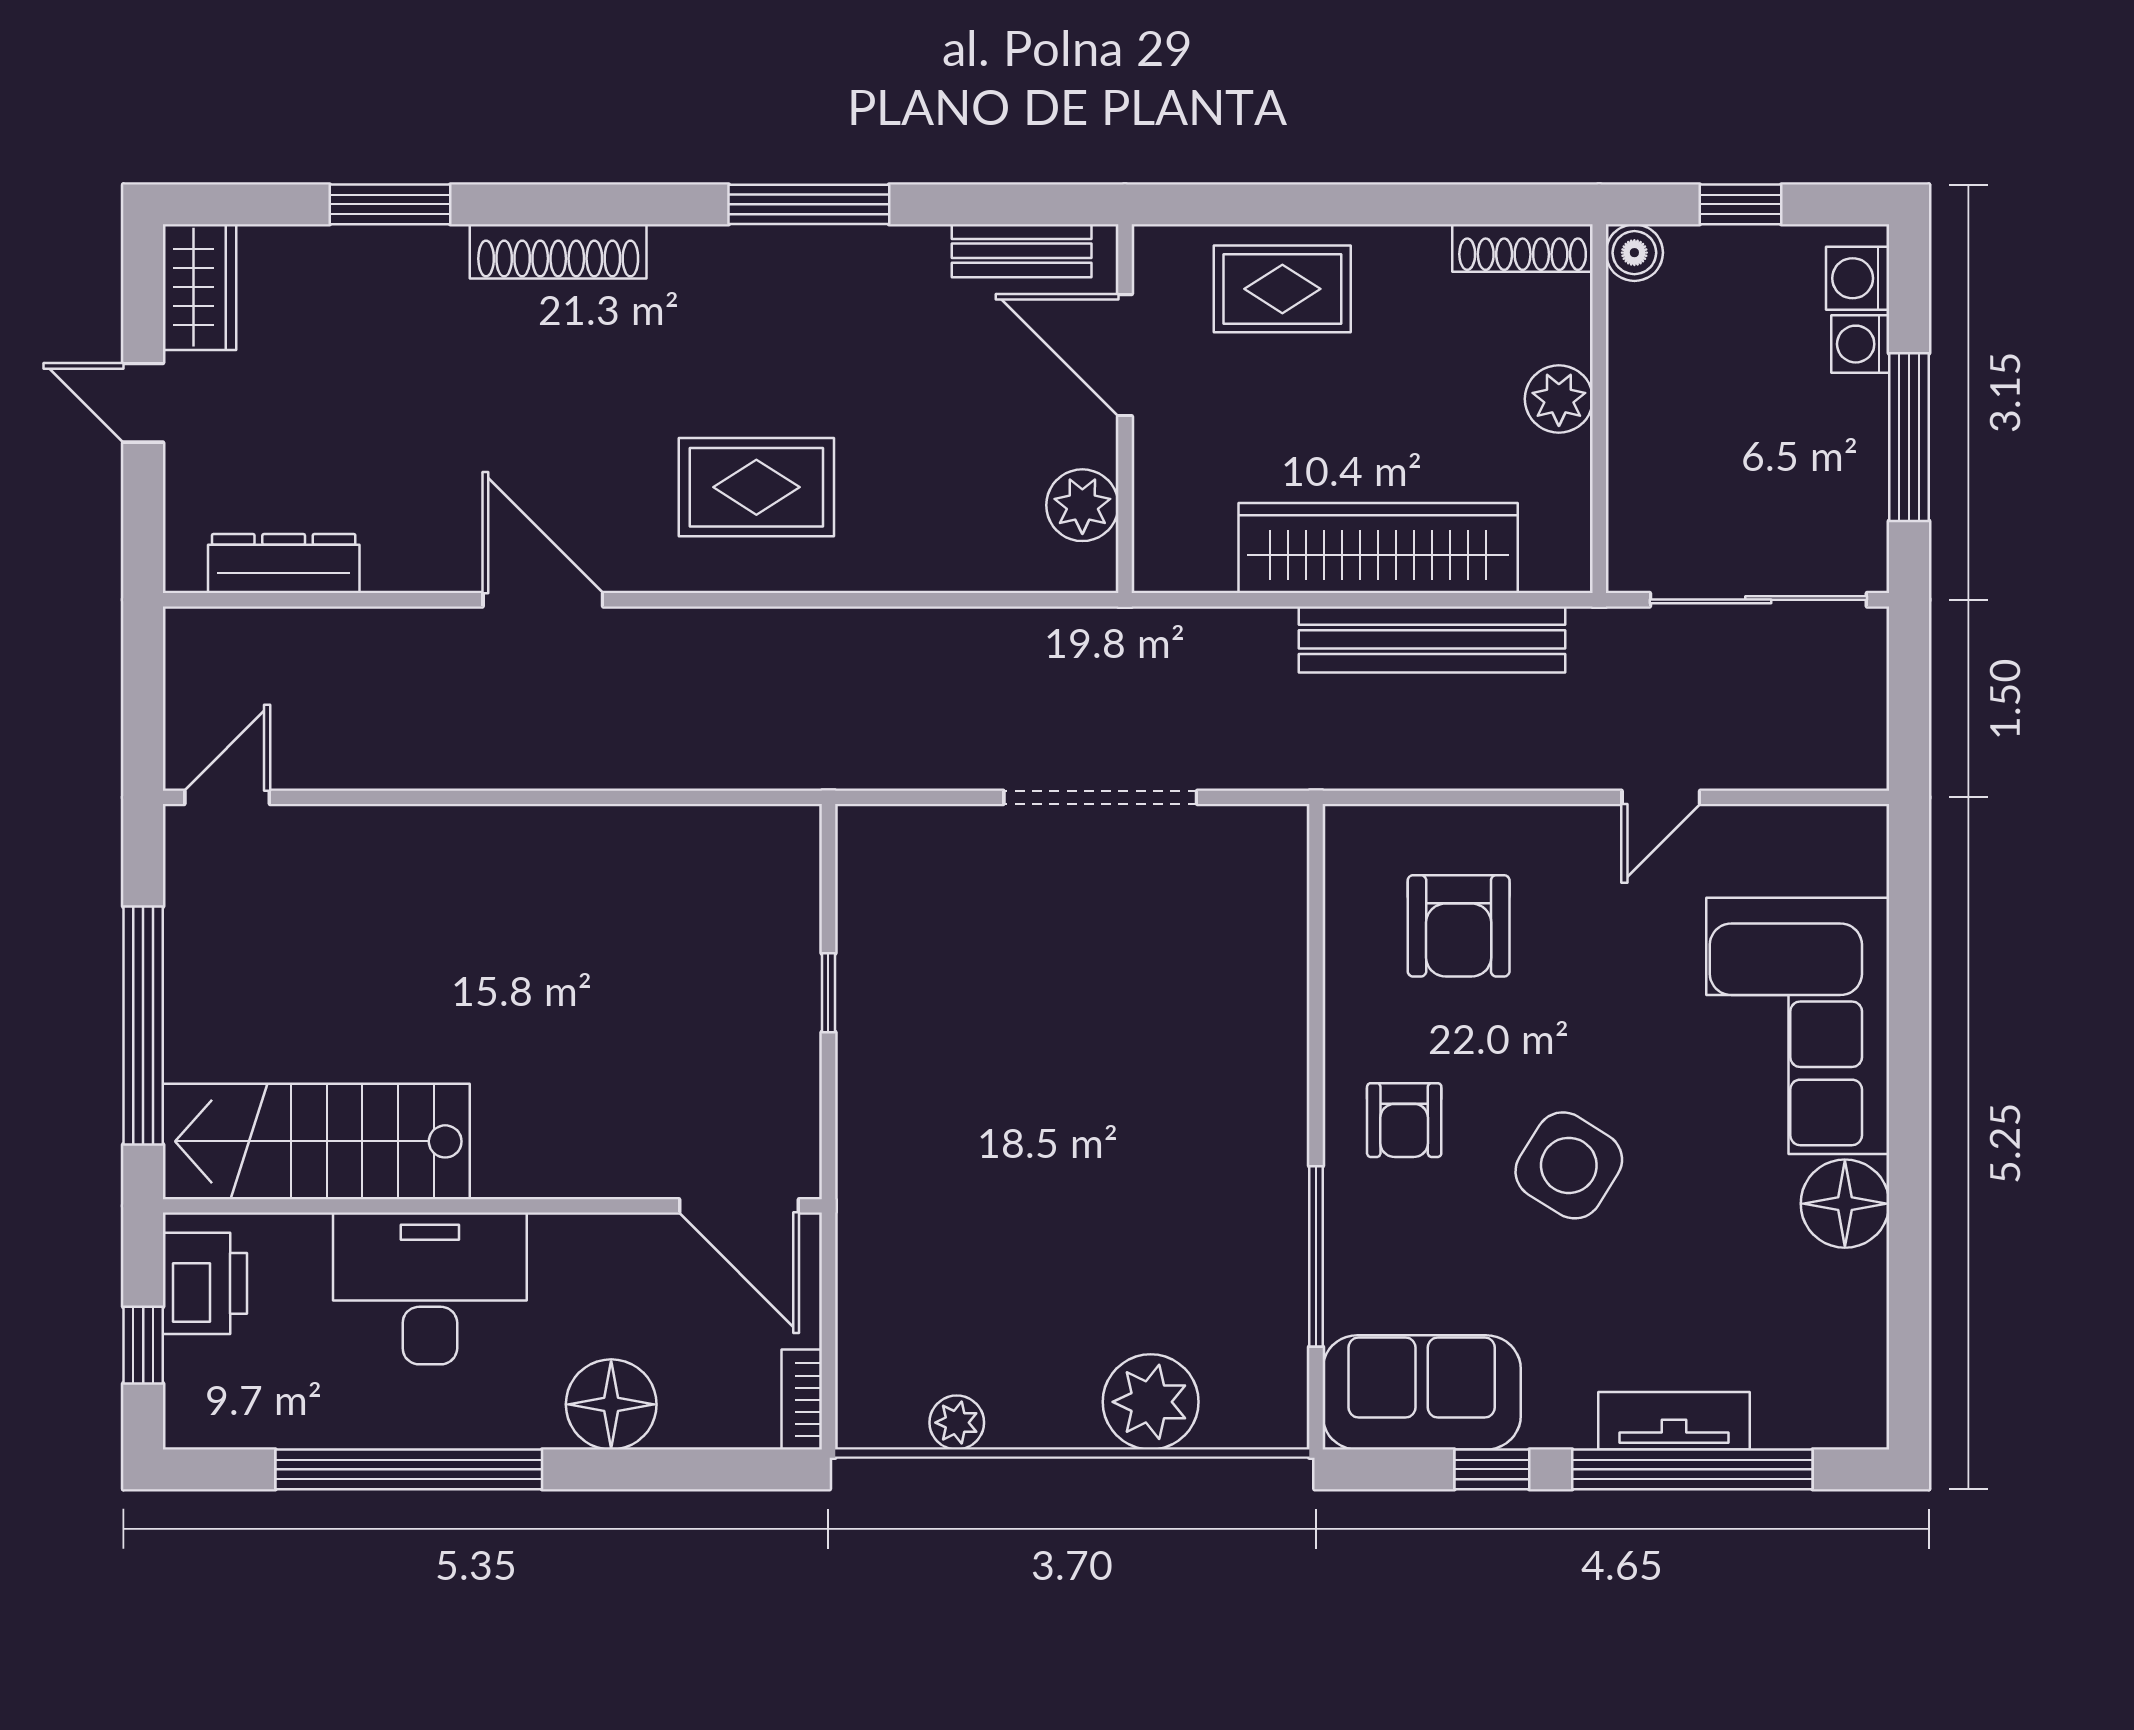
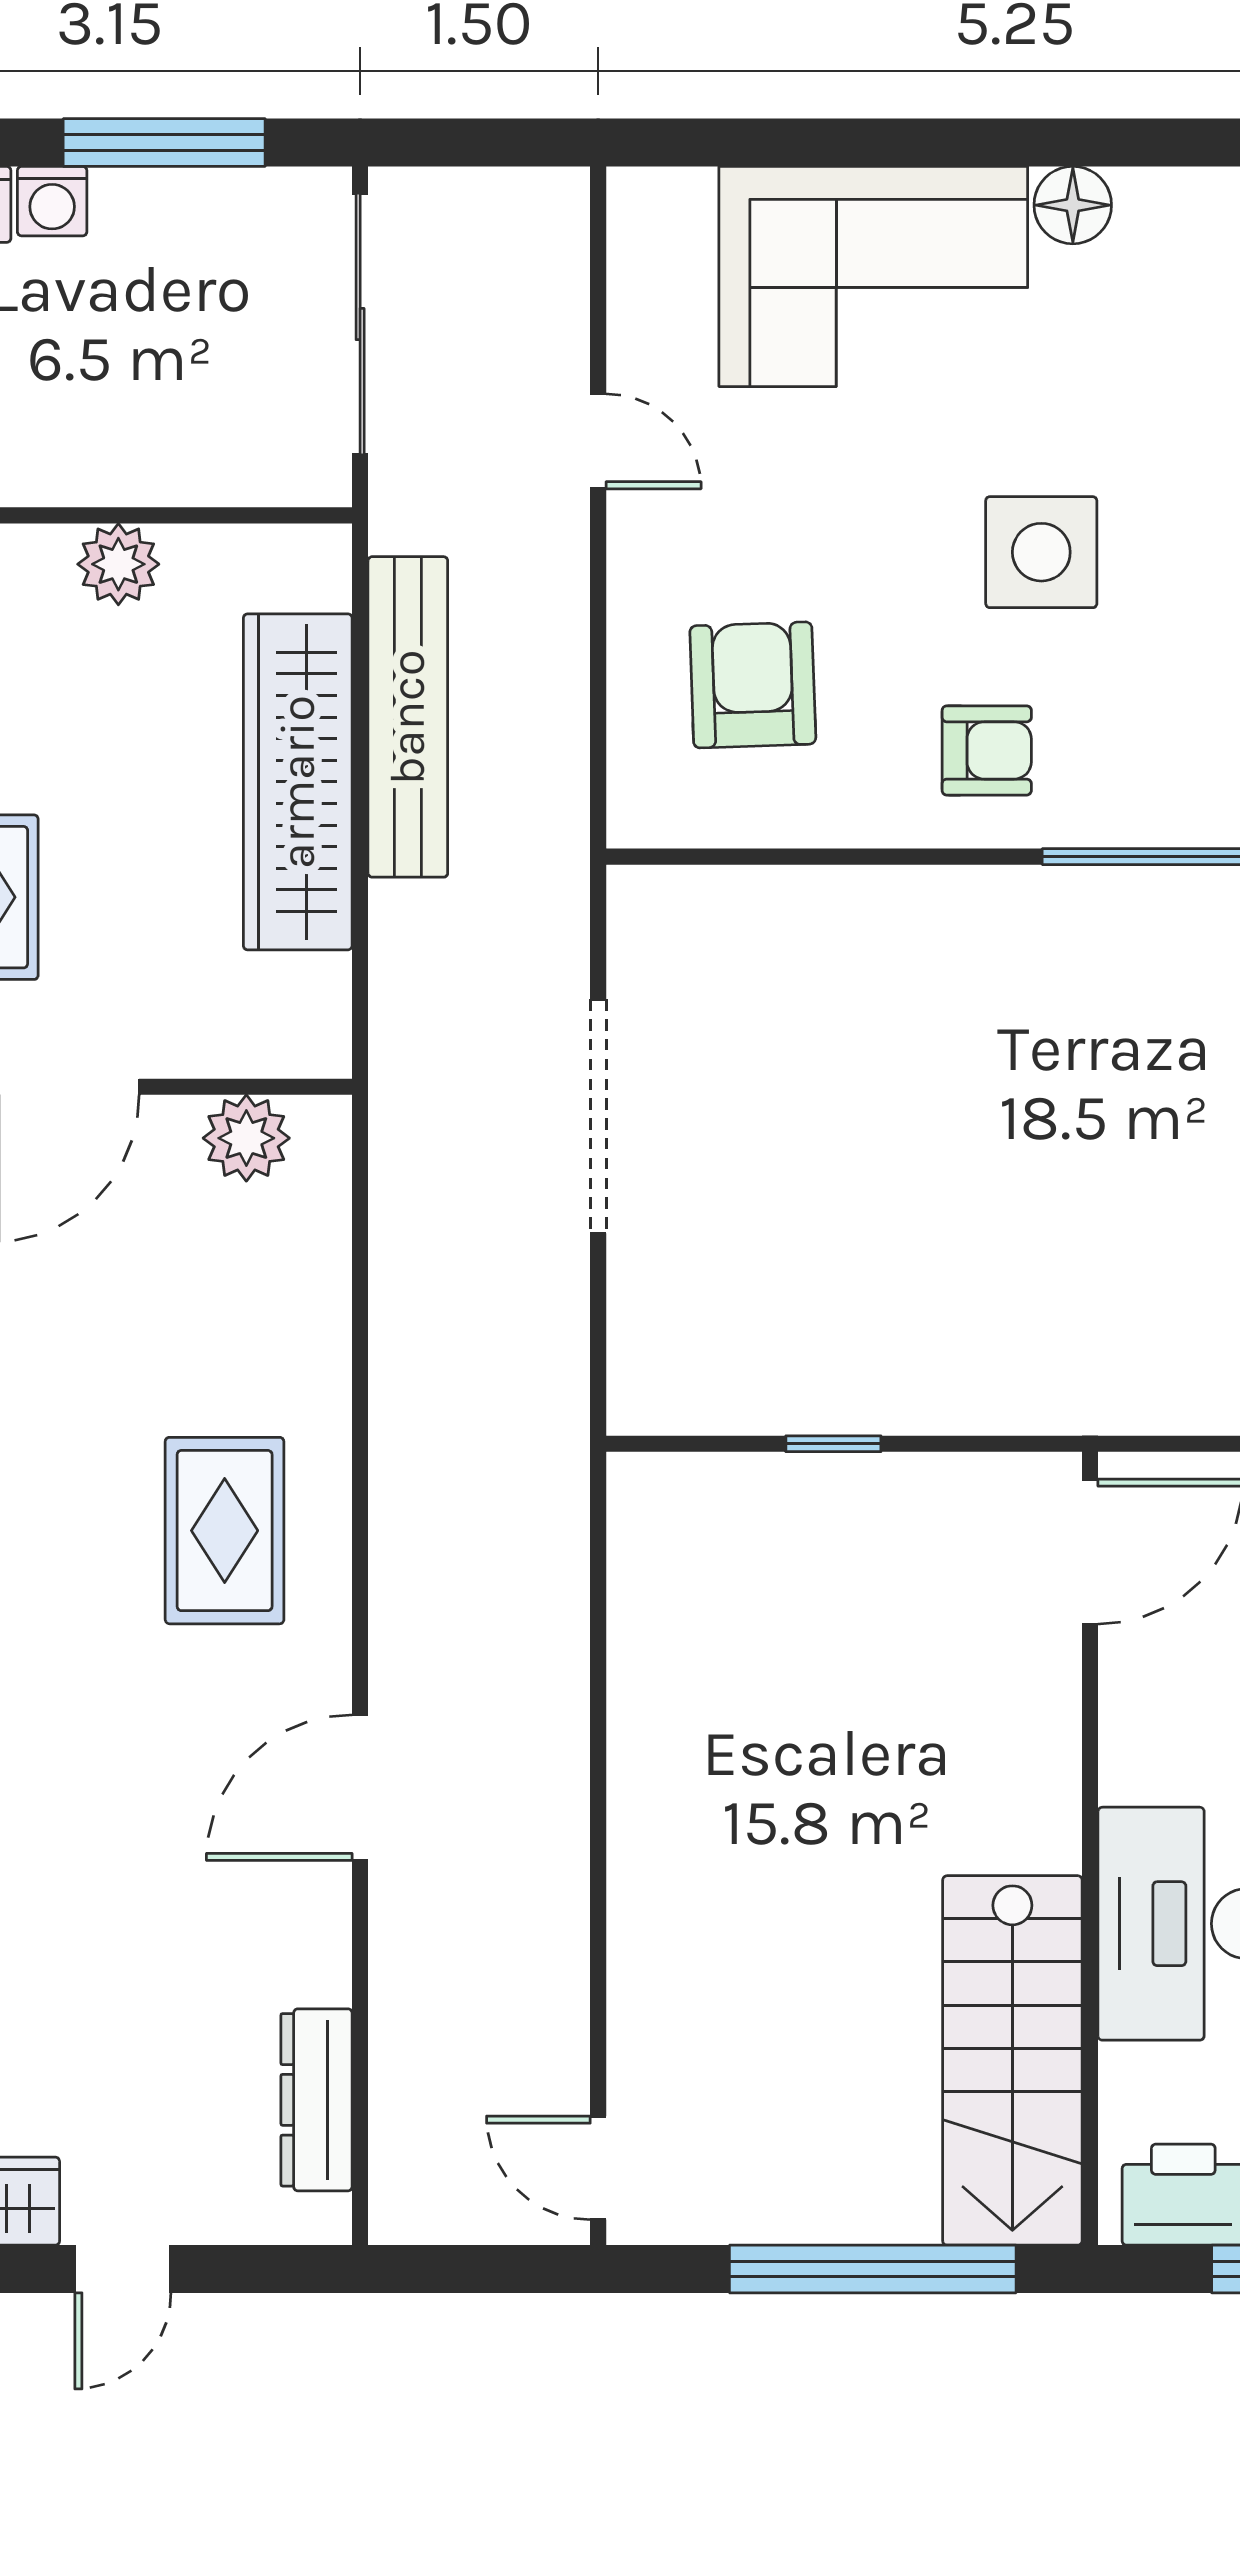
armchair: (1459, 926) -> (753, 685), turned -92
side table: (1569, 1165) -> (1041, 552), turned -32
floor lamp: (1845, 1204) -> (1073, 205), width x0.73, depth x0.73

